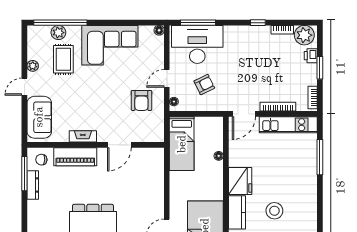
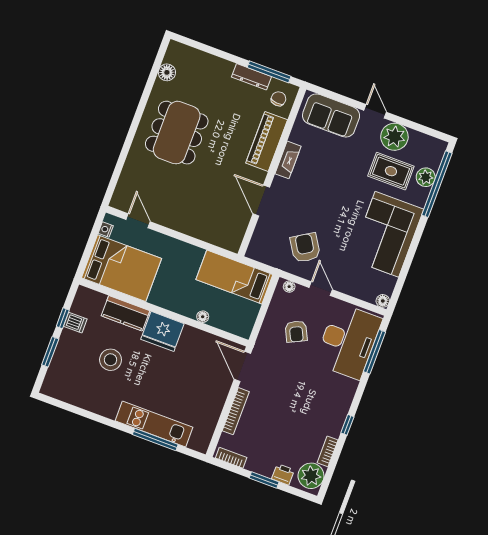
plant: (33, 66) -> (394, 137), width x1.87, depth x1.87
armchair: (141, 100) -> (305, 248), turned 58
kitchen unit: (288, 125) -> (154, 424), moved, turned 90

